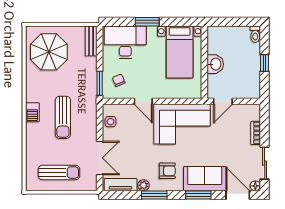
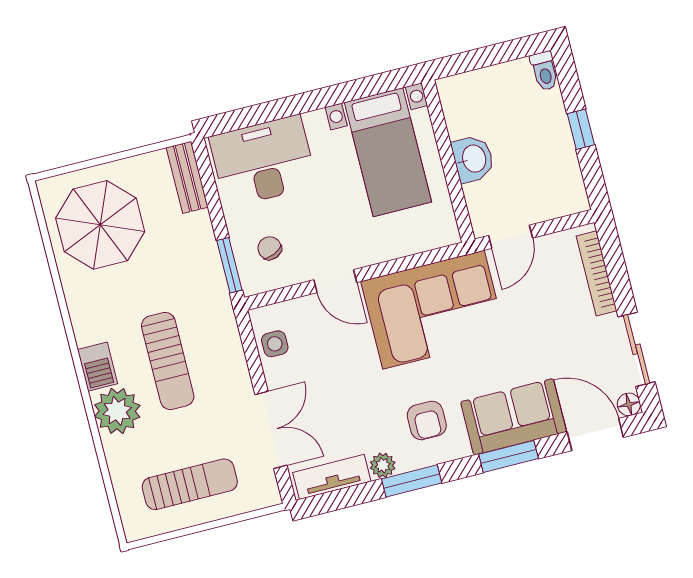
window: (147, 22) -> (300, 104), removed
plant: (36, 133) -> (117, 411), added
bookcase: (256, 133) -> (597, 273), width x1.56
armchair: (167, 171) -> (427, 420), turned 90

